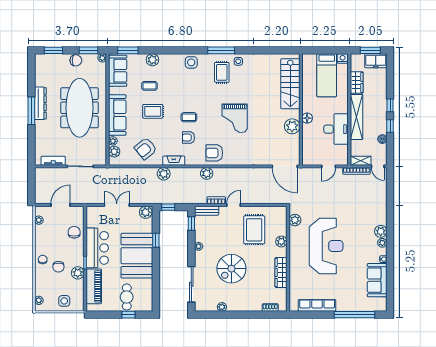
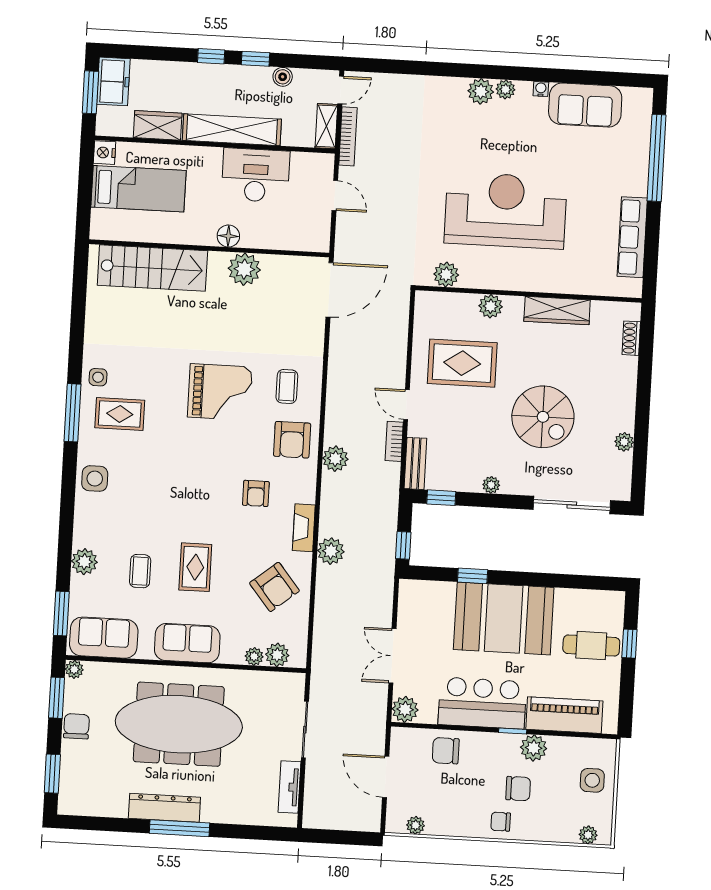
sofa: (117, 115) -> (187, 643), width x0.73
coffee table: (189, 117) -> (287, 386), moved
plant: (146, 212) -> (405, 709), moved

